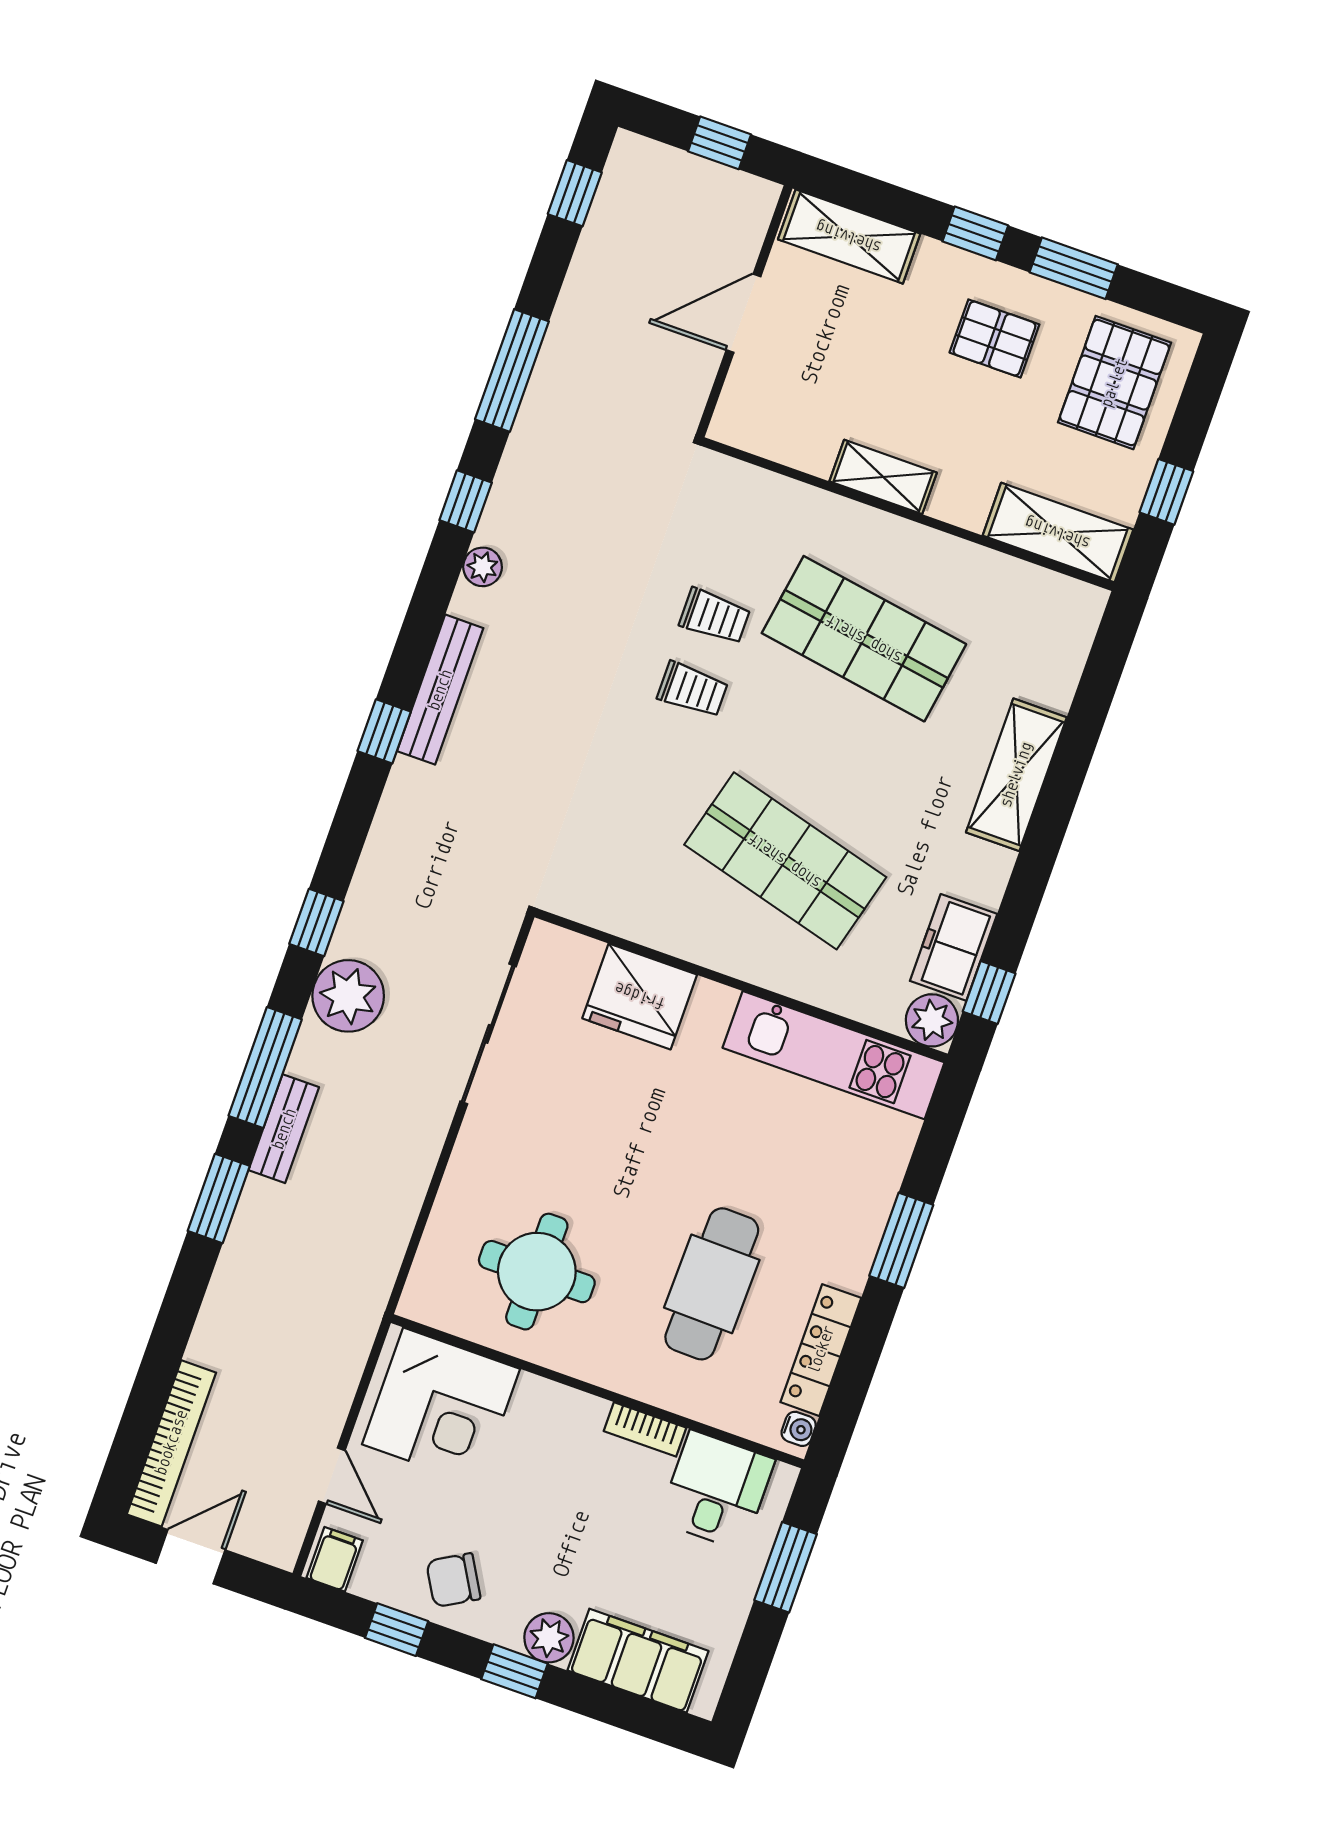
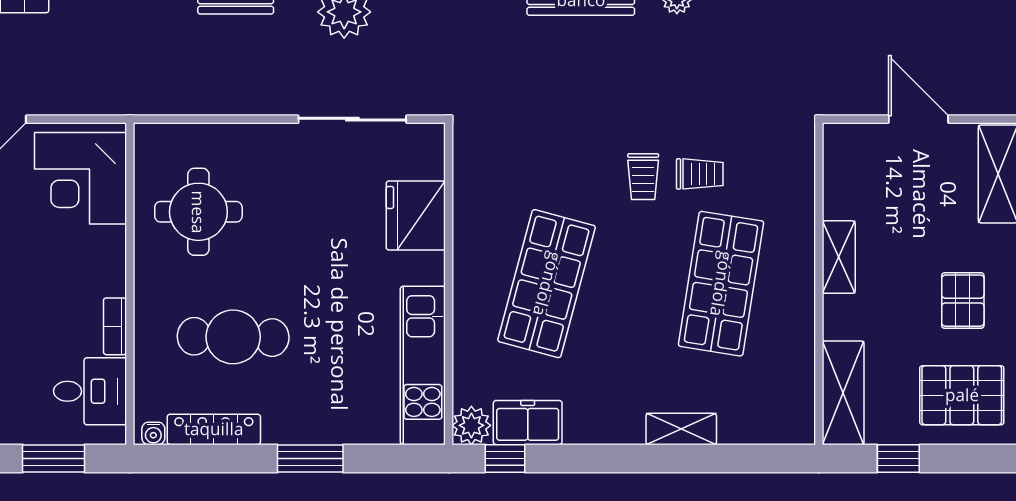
trolley: (715, 616) -> (700, 174), turned -90
shelving: (1016, 775) -> (681, 429), width x0.67, depth x0.75

